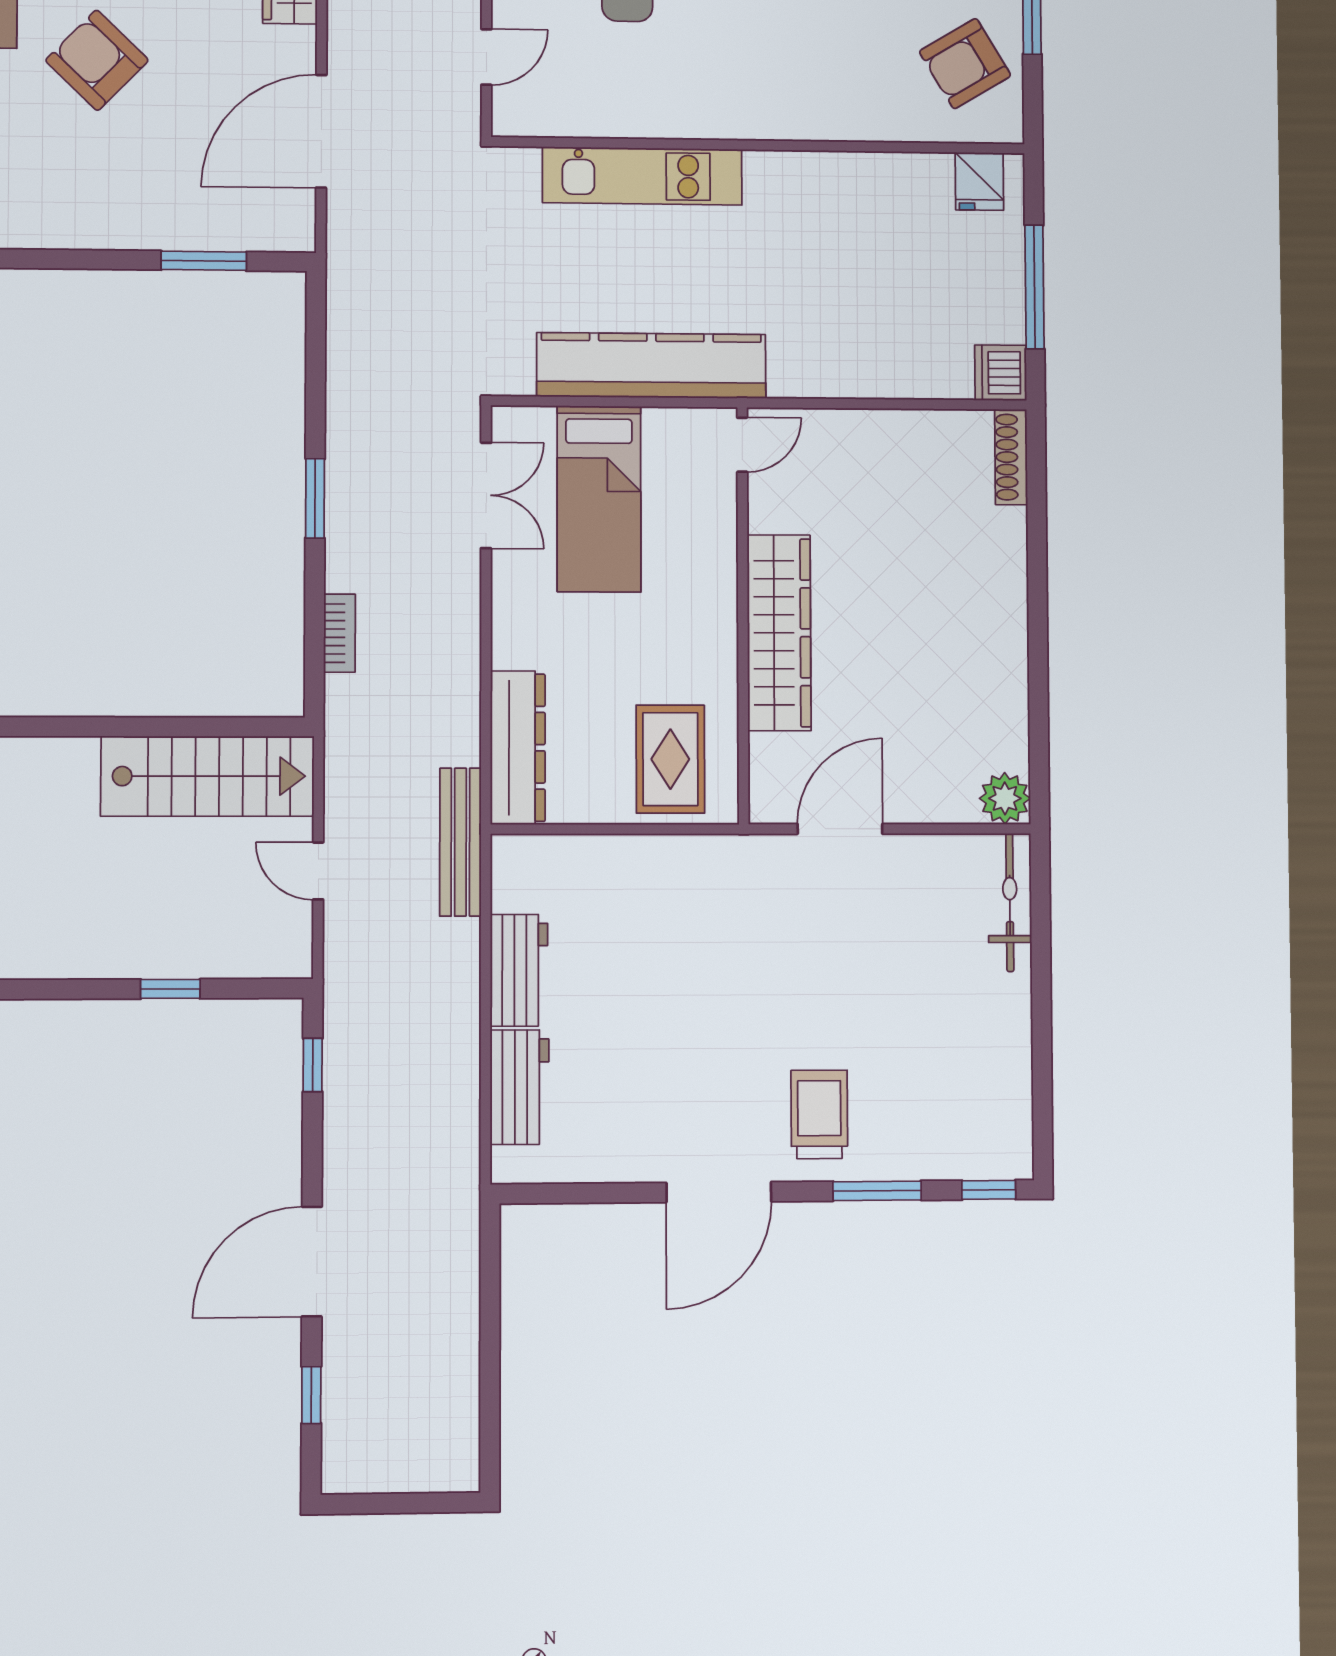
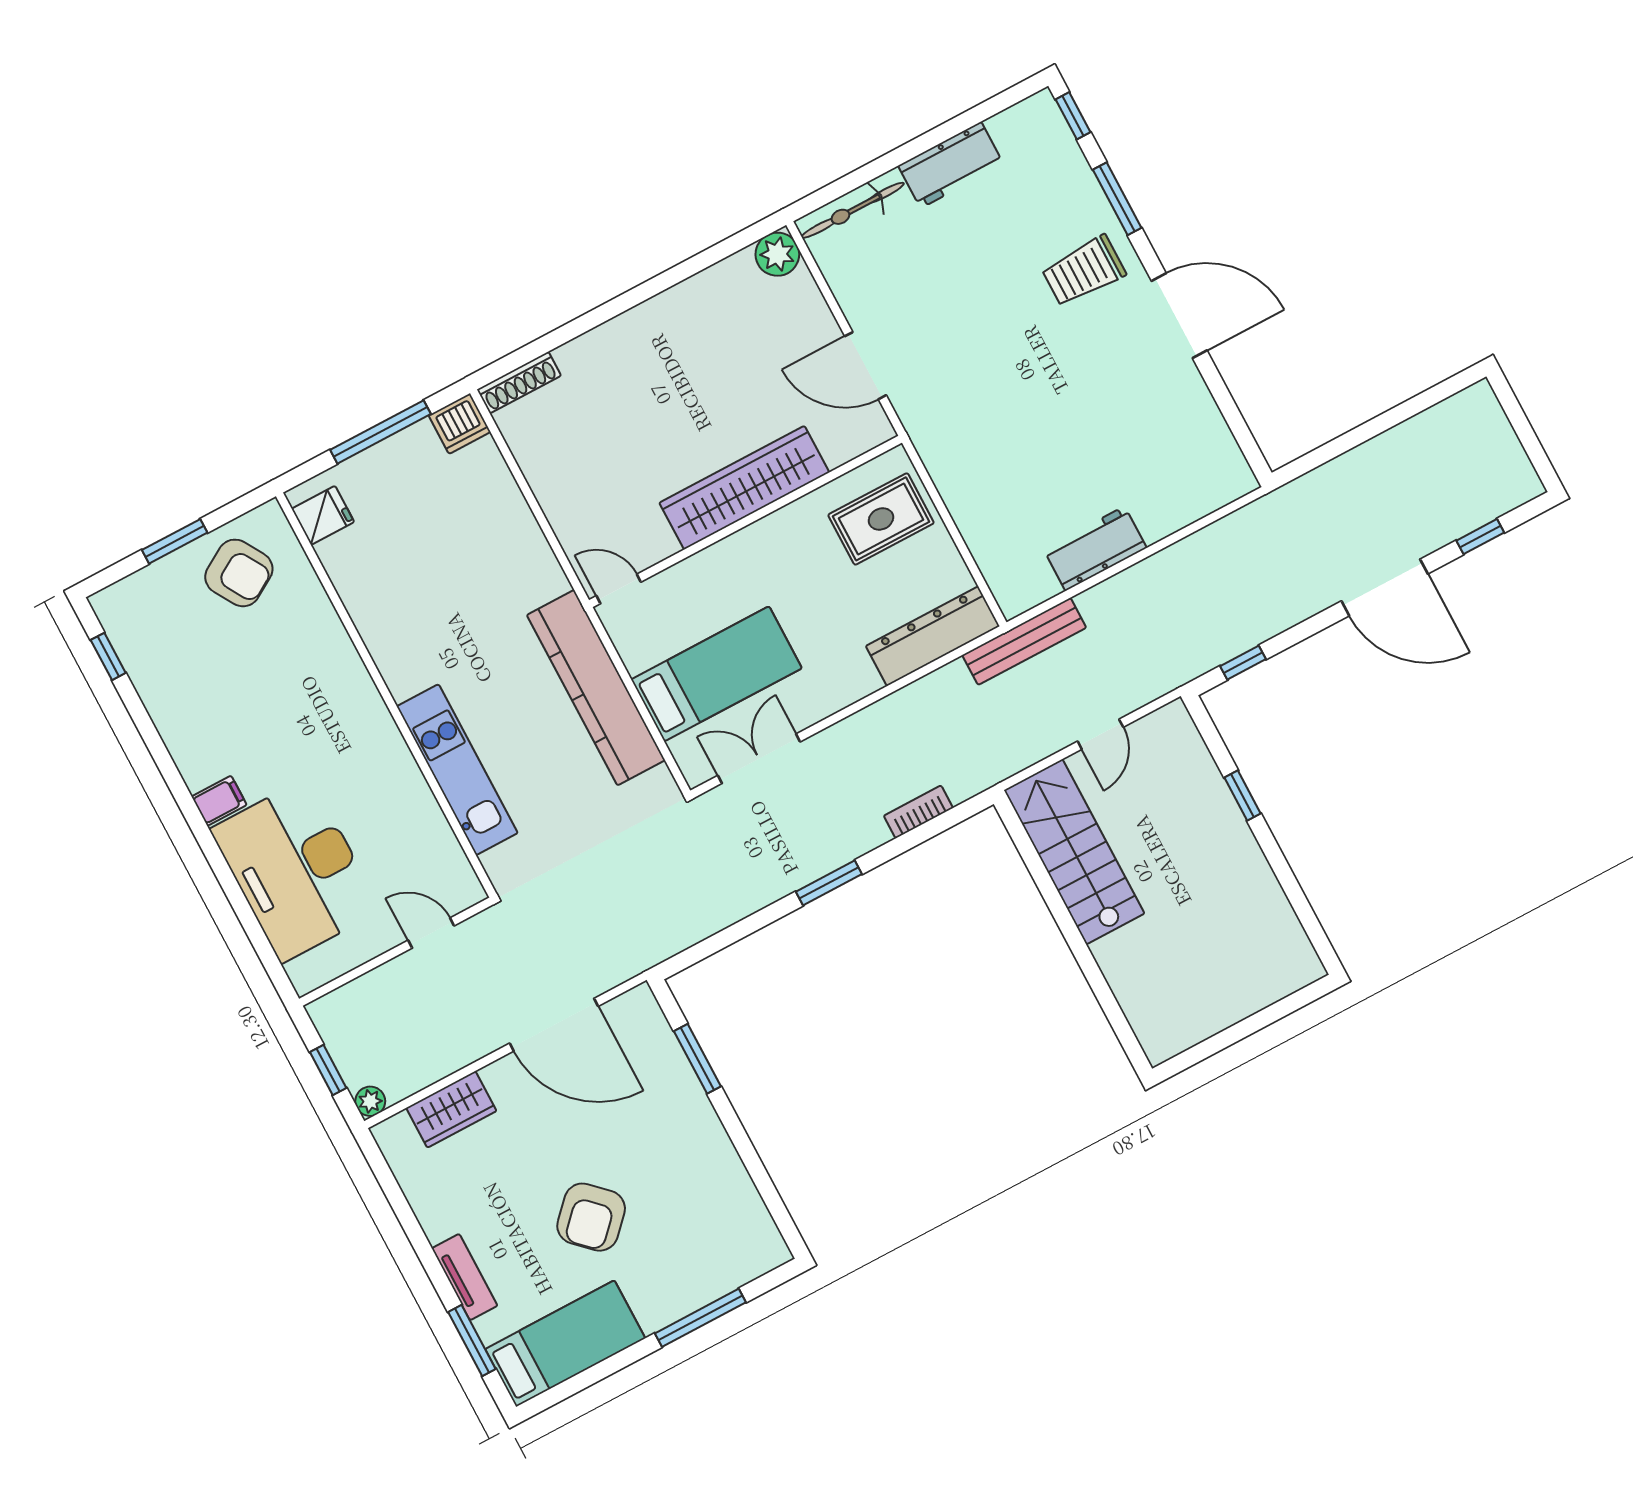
workbench: (519, 1087) -> (951, 165), moved, turned 180

